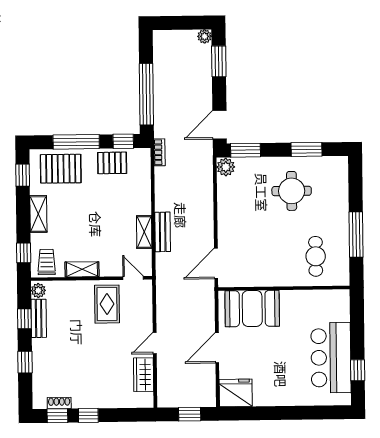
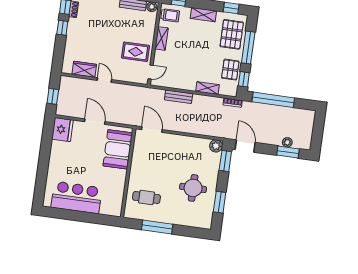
plant: (205, 36) -> (287, 142), moved
shelving: (144, 232) -> (207, 88), moved
window: (358, 370) -> (65, 214), removed

